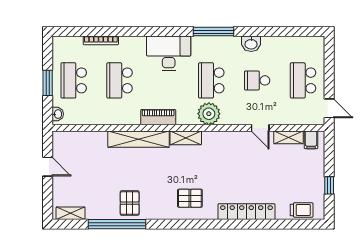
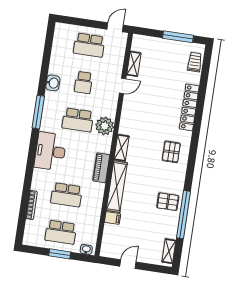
filing cabinet: (311, 140) -> (113, 218), moved
window: (329, 185) -> (178, 37), width x2.17

